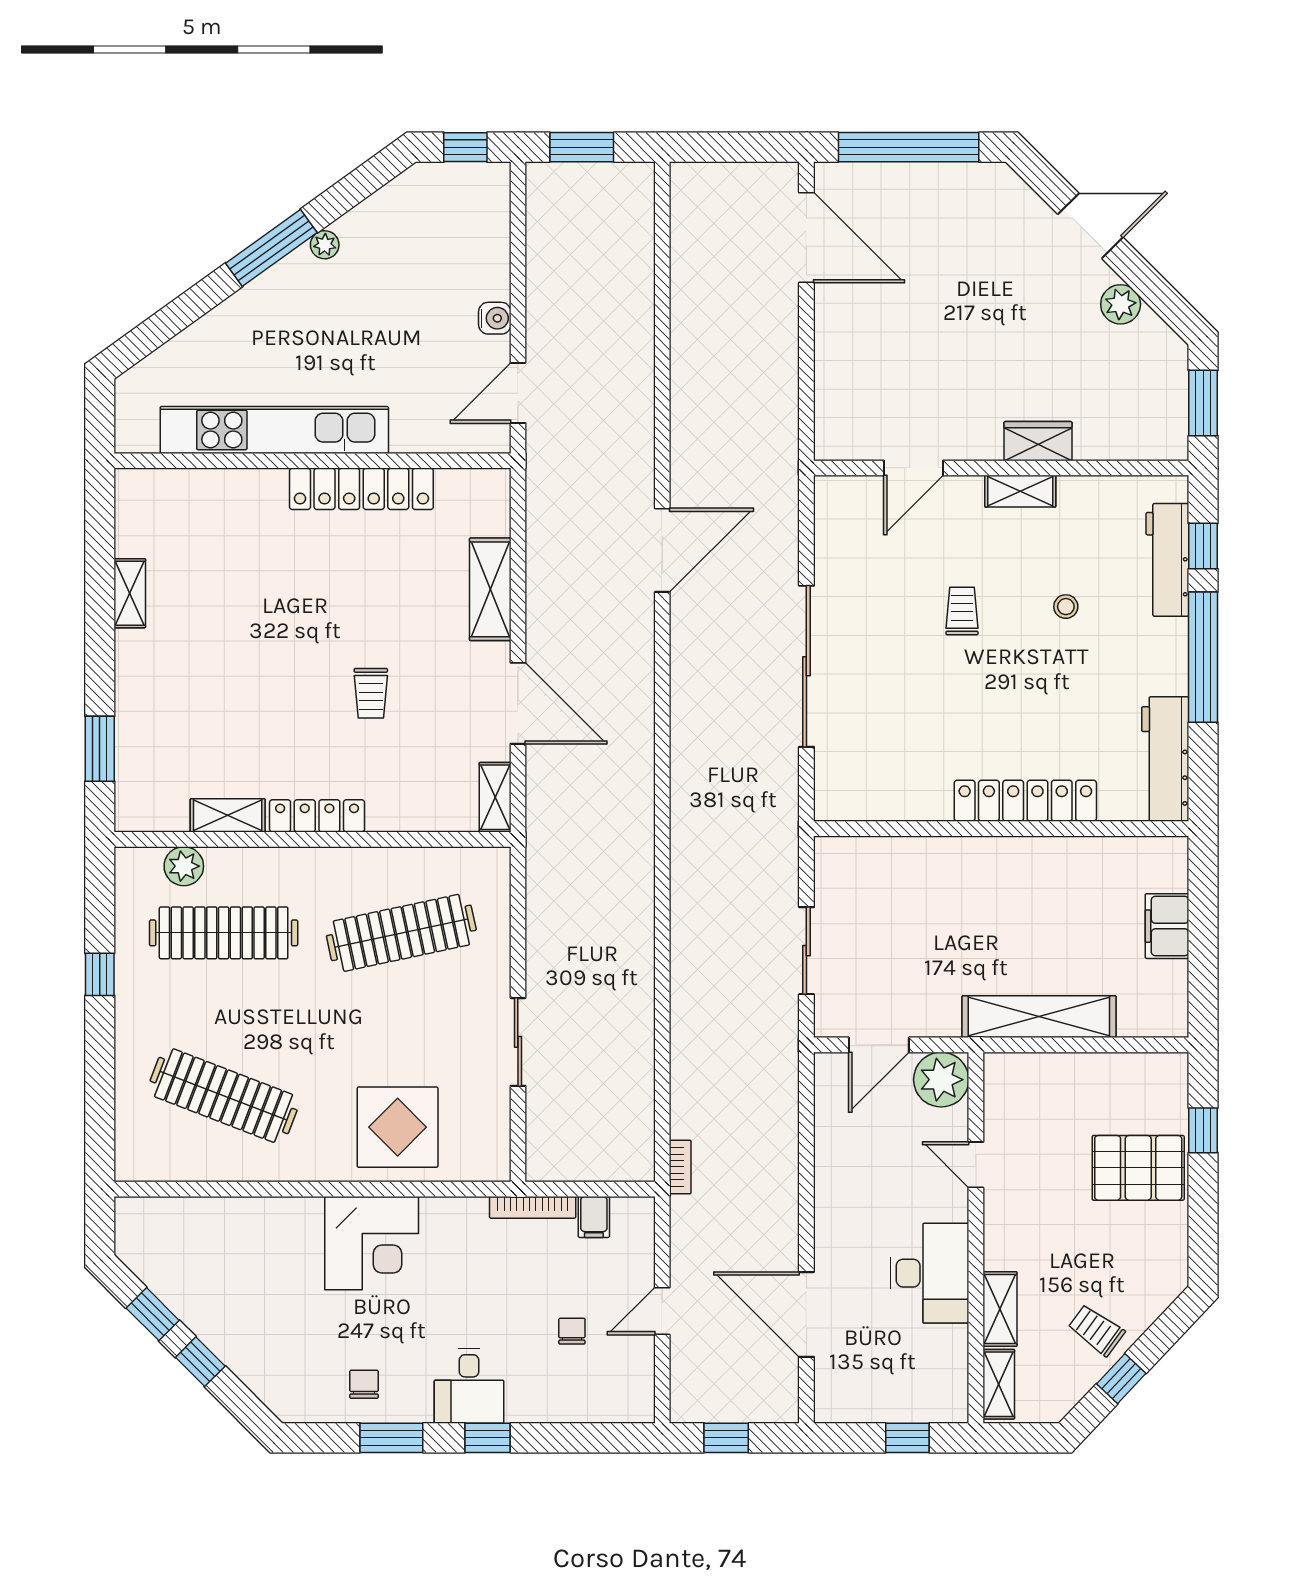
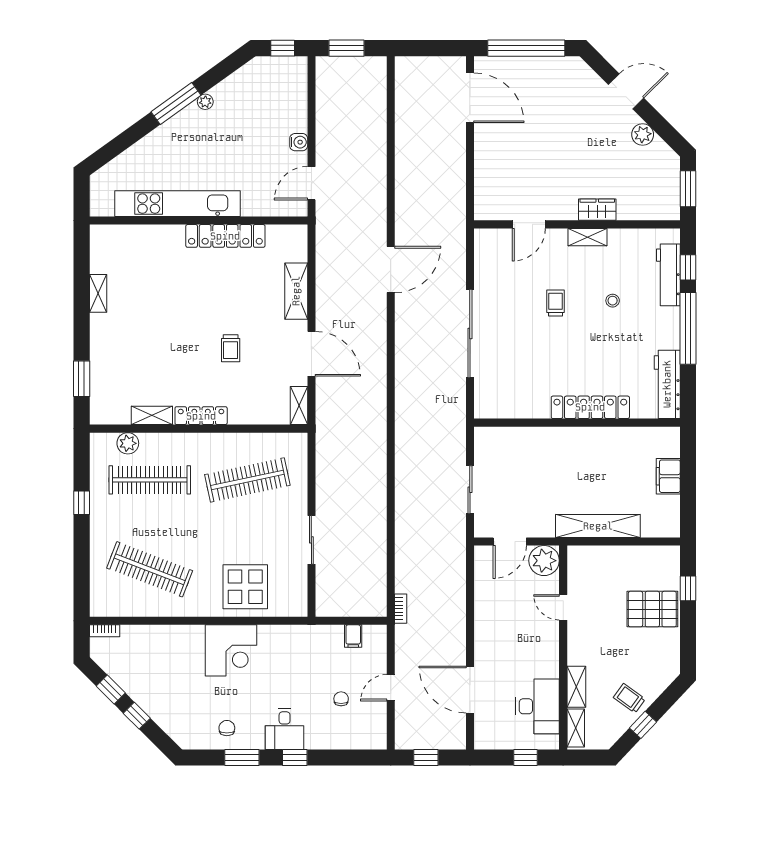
bookcase: (533, 1207) -> (105, 631), moved, width x0.64
desk: (929, 1273) -> (538, 706), moved

